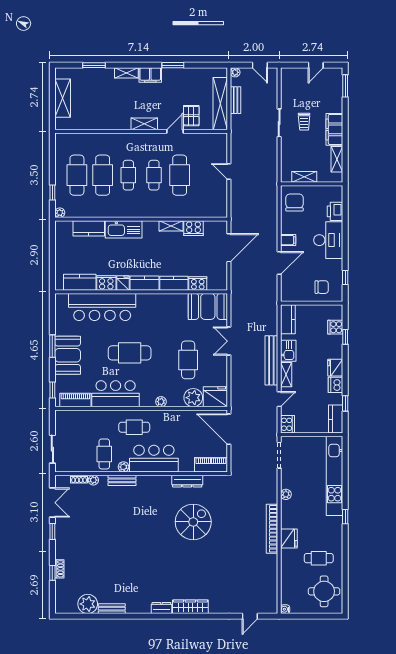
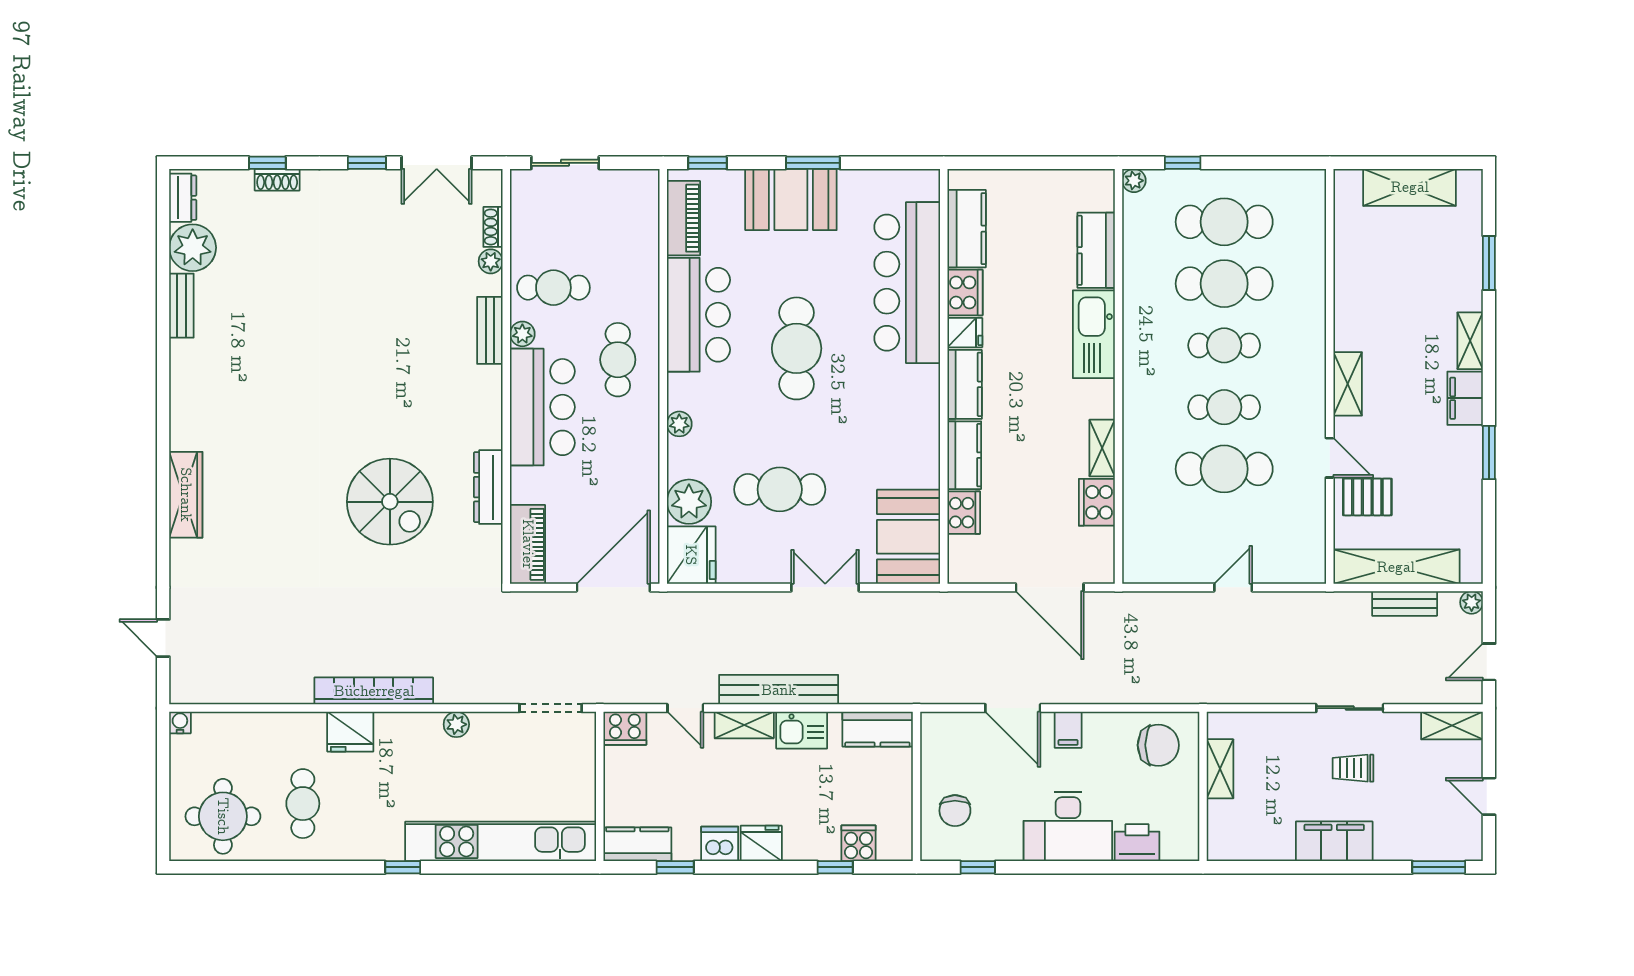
shelving: (337, 159) -> (1452, 726), moved
dresser: (161, 608) -> (183, 198), moved

